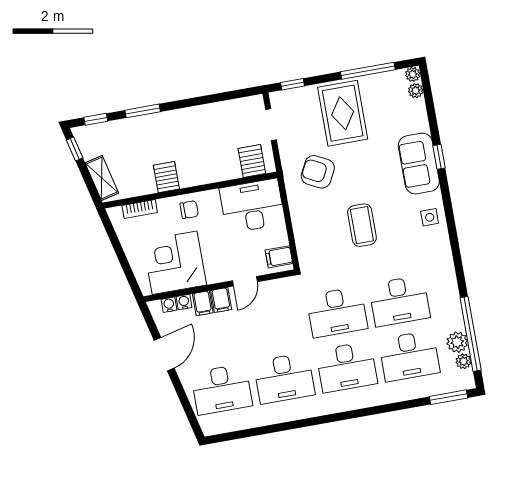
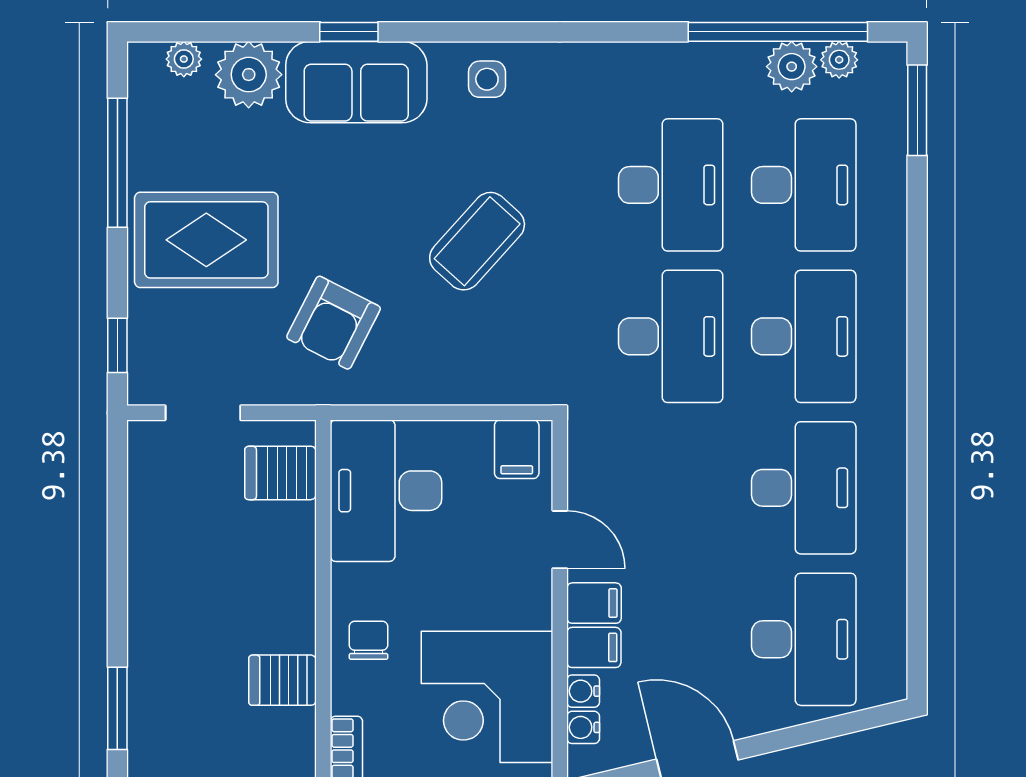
plant: (413, 74) -> (249, 75), moved, width x1.88, depth x1.88
coffee table: (362, 225) -> (477, 241), turned -48

